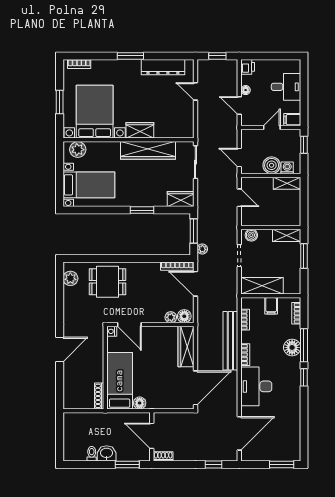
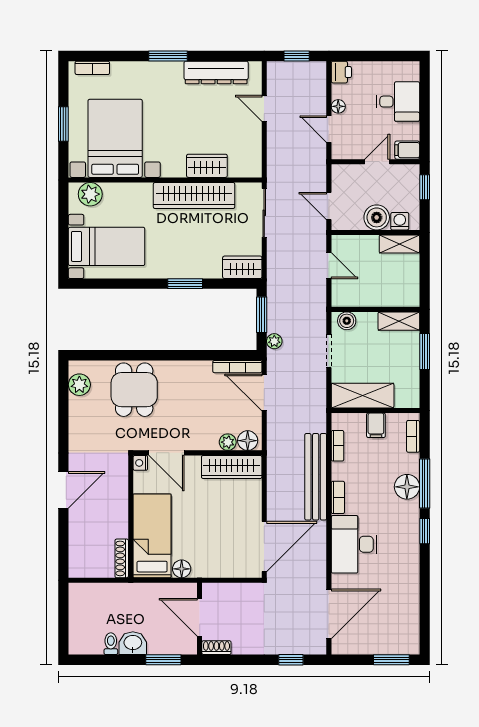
wardrobe: (140, 130) -> (207, 166), moved
dining table: (107, 282) -> (134, 390), turned 90
wardrobe: (186, 347) -> (232, 467), moved, turned -90

